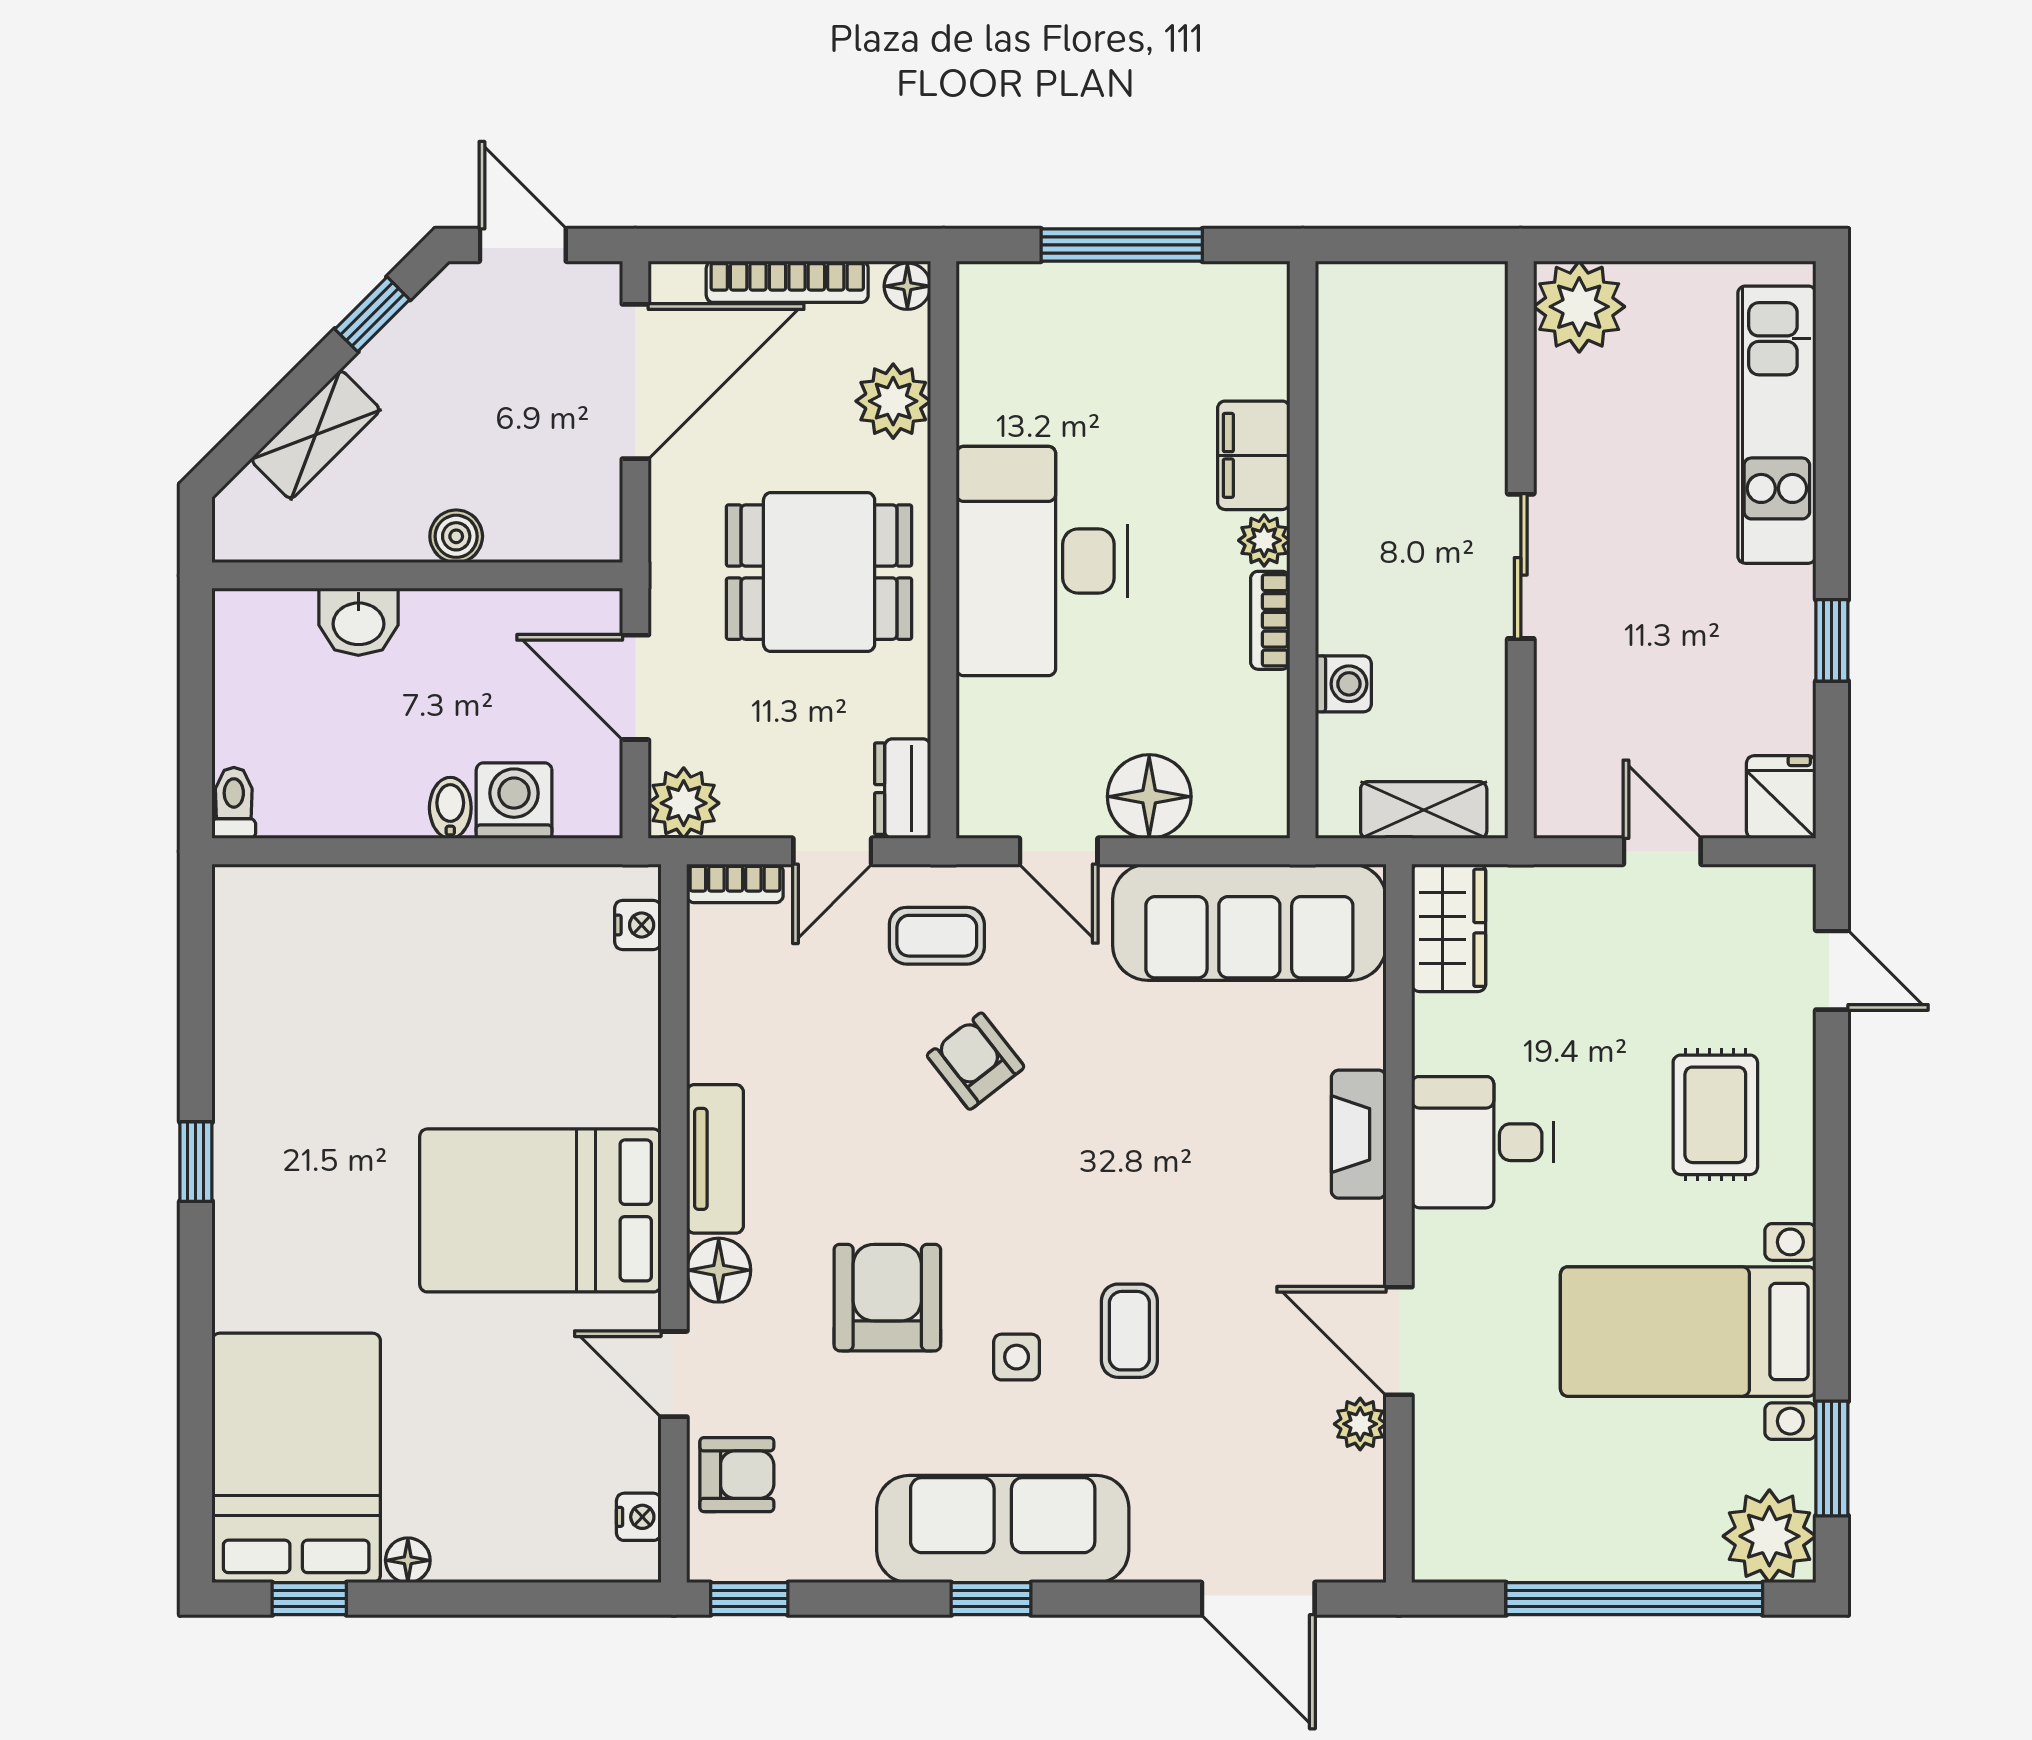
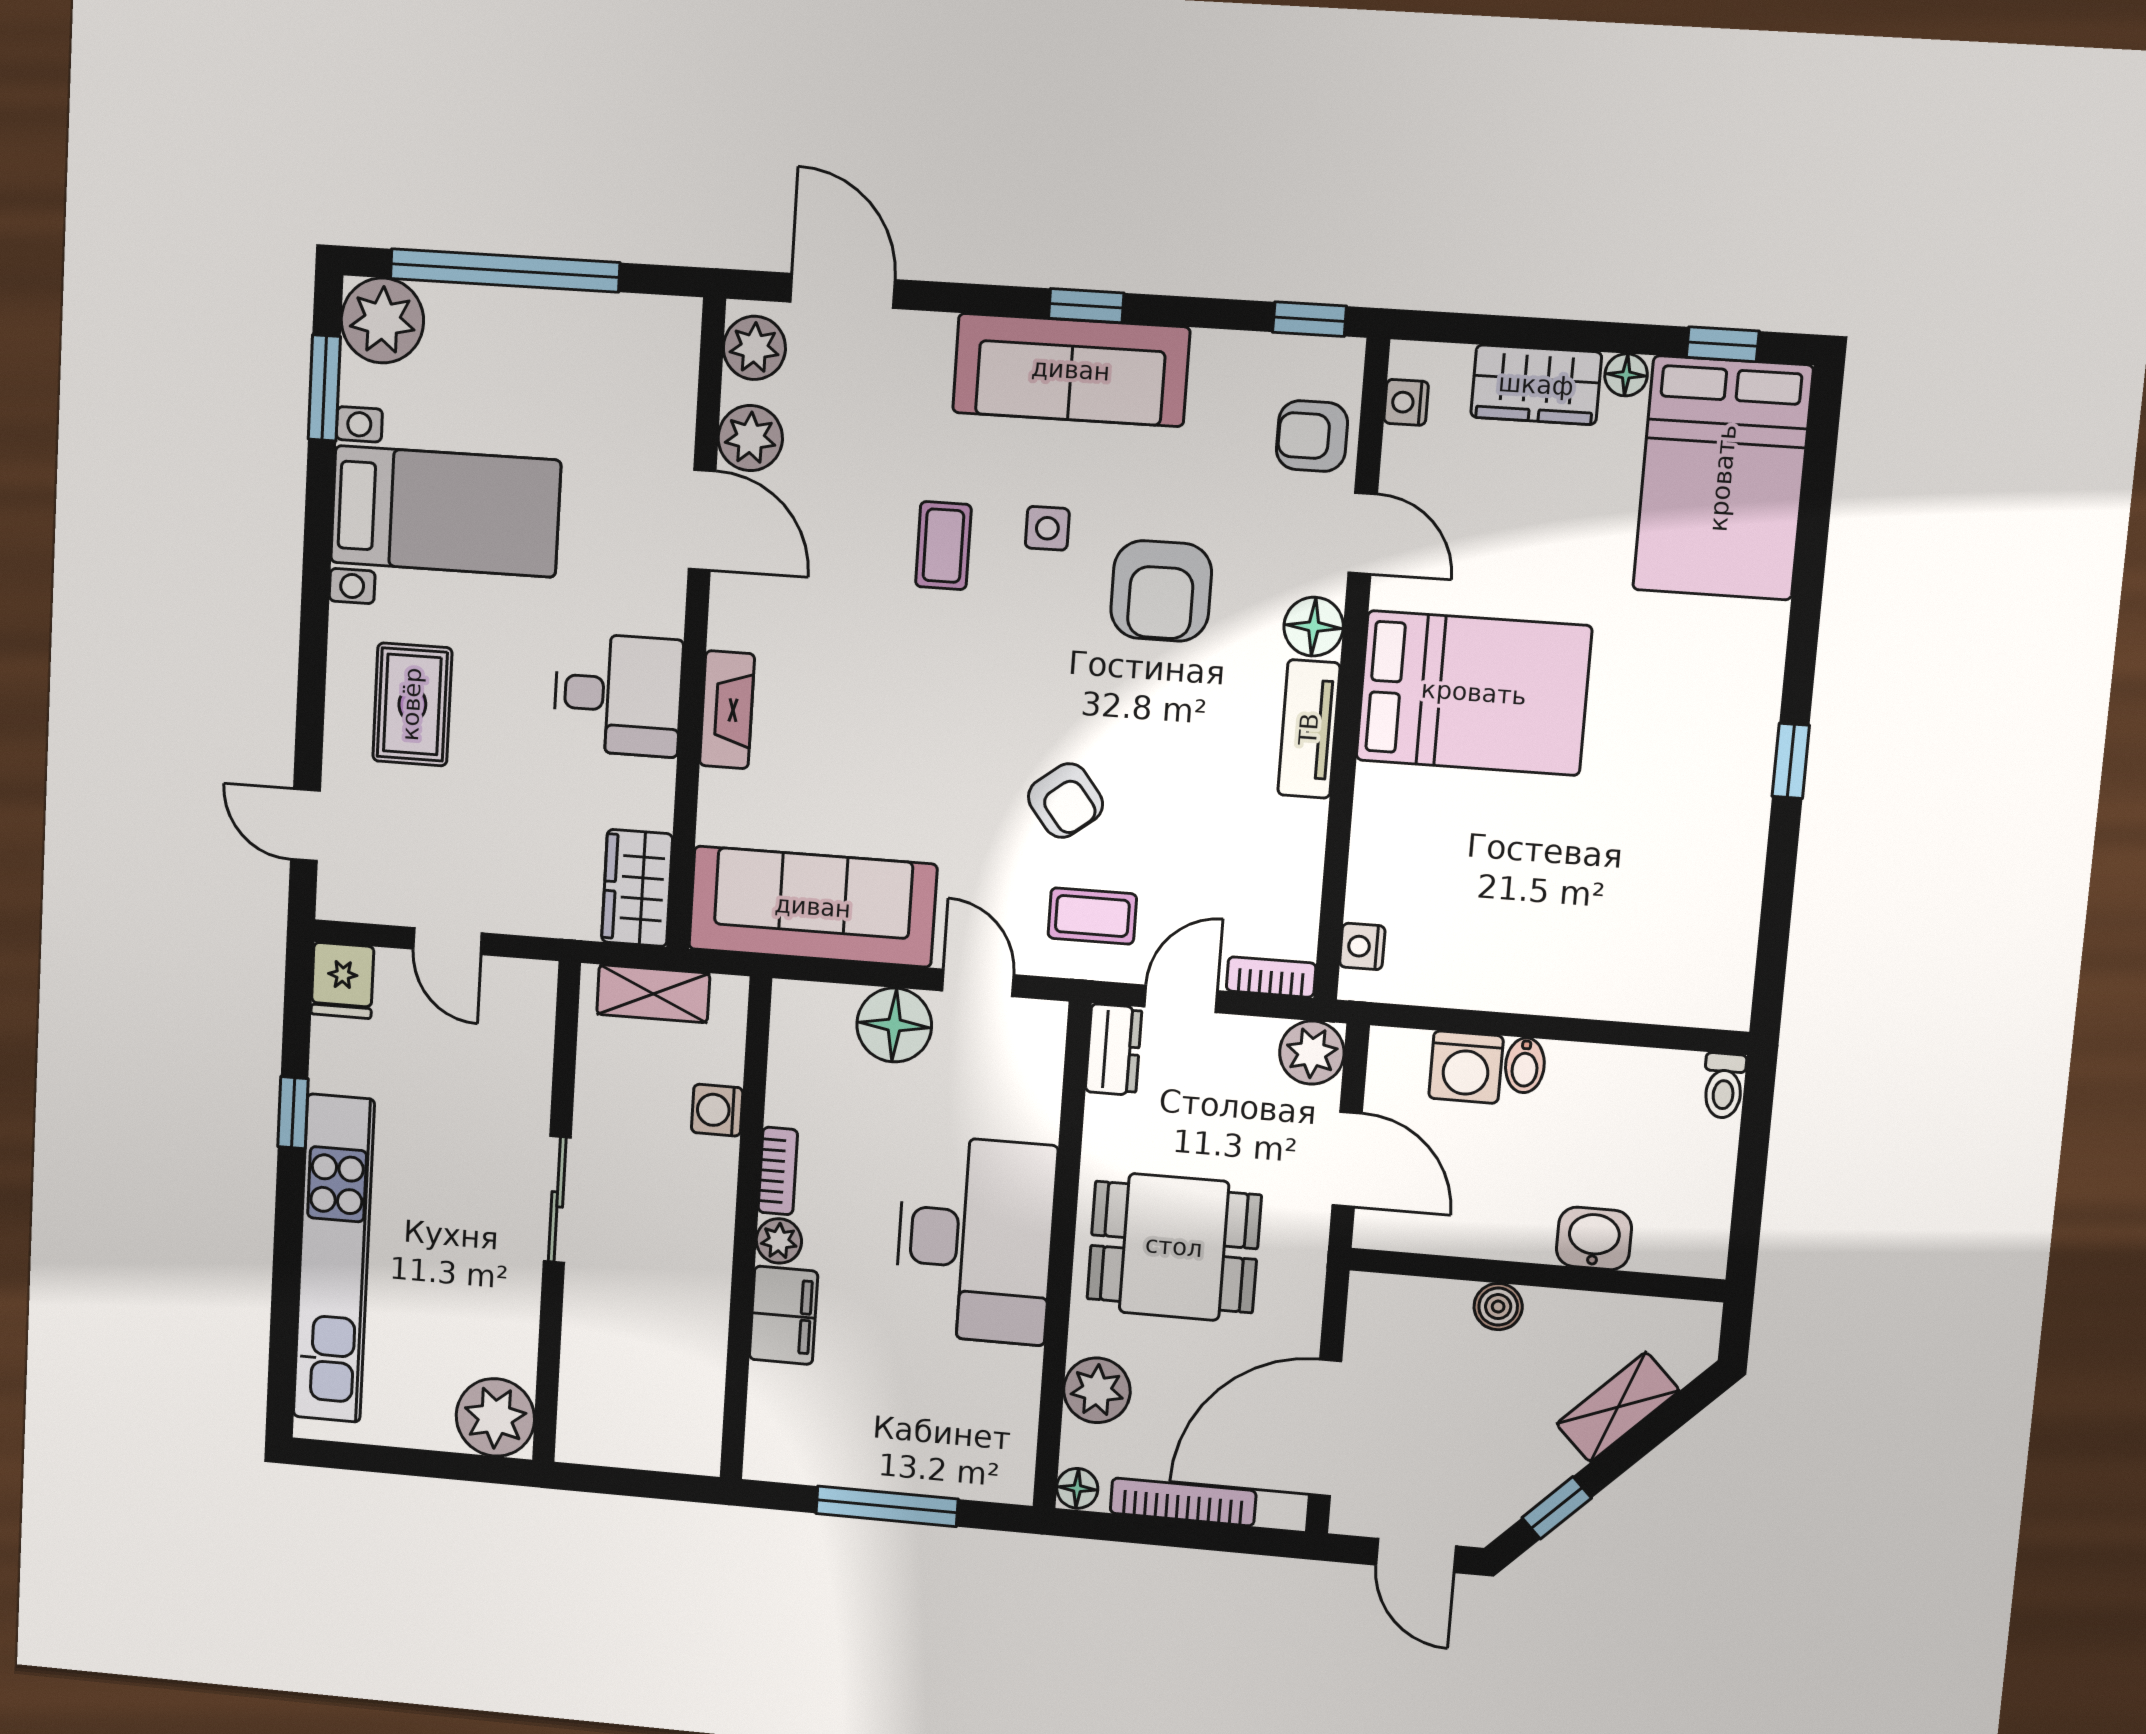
kitchen unit: (1777, 425) -> (334, 1259), width x1.36
plant: (1360, 1424) -> (750, 438), width x1.38, depth x1.38
plant: (1352, 1532) -> (754, 348), added
wardrobe: (502, 1544) -> (1536, 385), added

